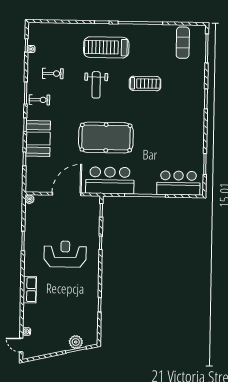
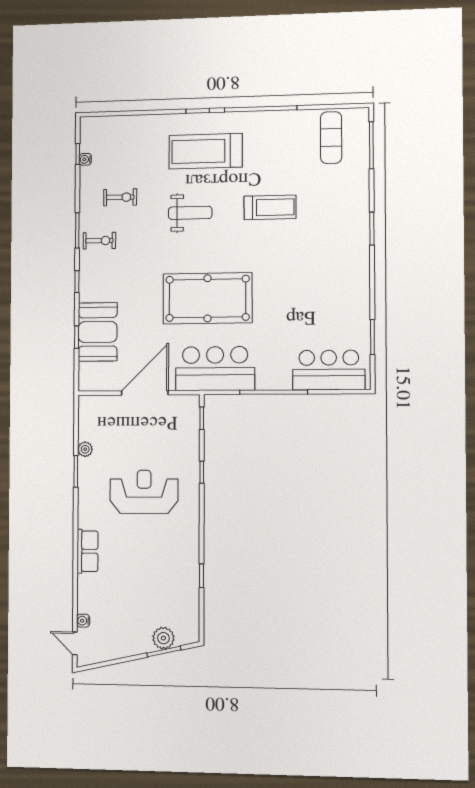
weight bench: (96, 85) -> (190, 213), turned -90
booth: (38, 139) -> (98, 332), moved
plant: (30, 199) -> (85, 449), moved

